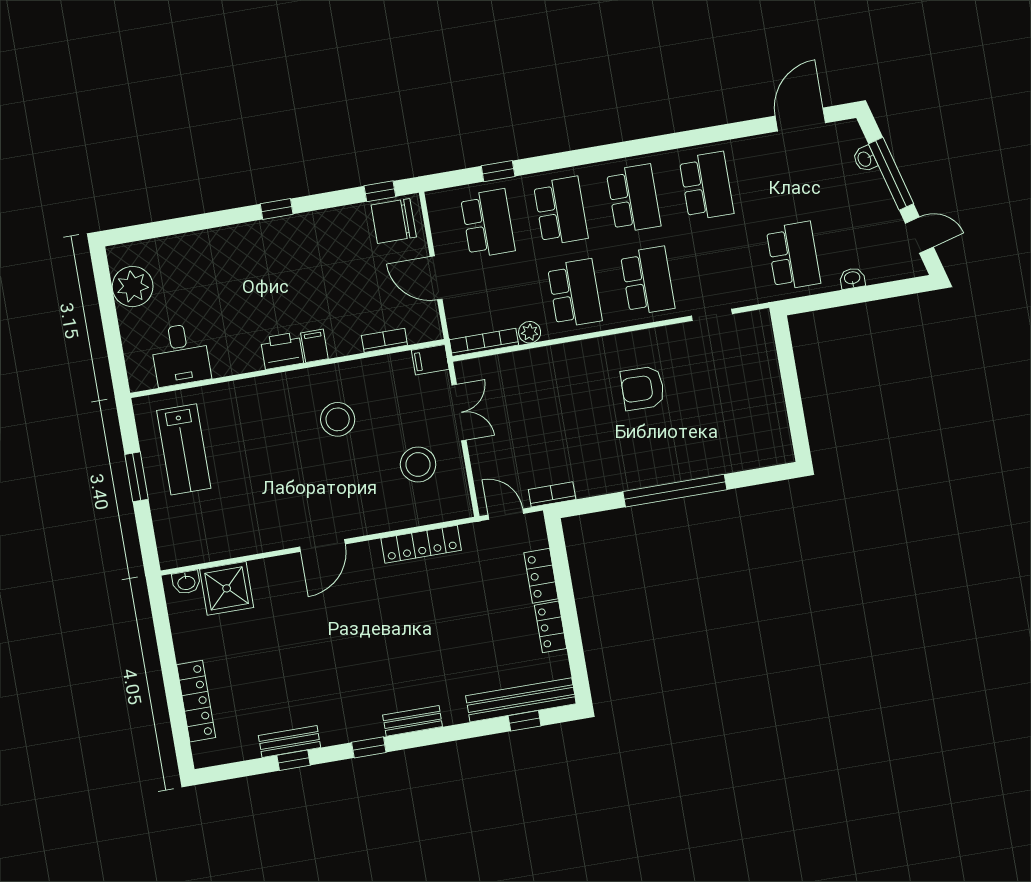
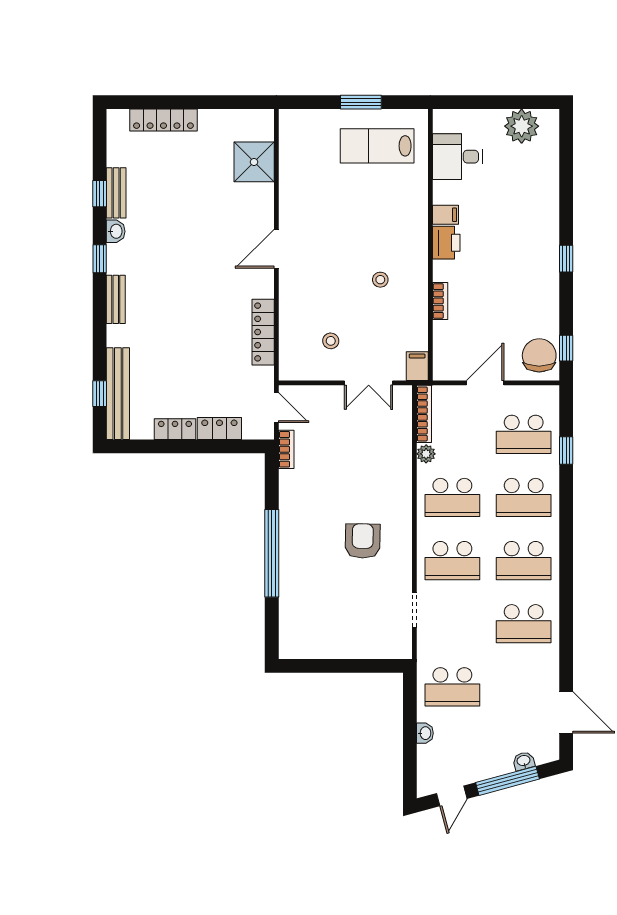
bookcase: (384, 340) -> (440, 301), moved
filing cabinet: (314, 346) -> (445, 215), moved
stool: (338, 419) -> (380, 280), width x0.53, depth x0.53
stool: (418, 465) -> (331, 341), width x0.53, depth x0.53
door: (506, 514) -> (276, 408), hinge flipped
door: (322, 545) -> (276, 249), hinge flipped
washbasin: (186, 582) -> (116, 231), moved, turned 180

